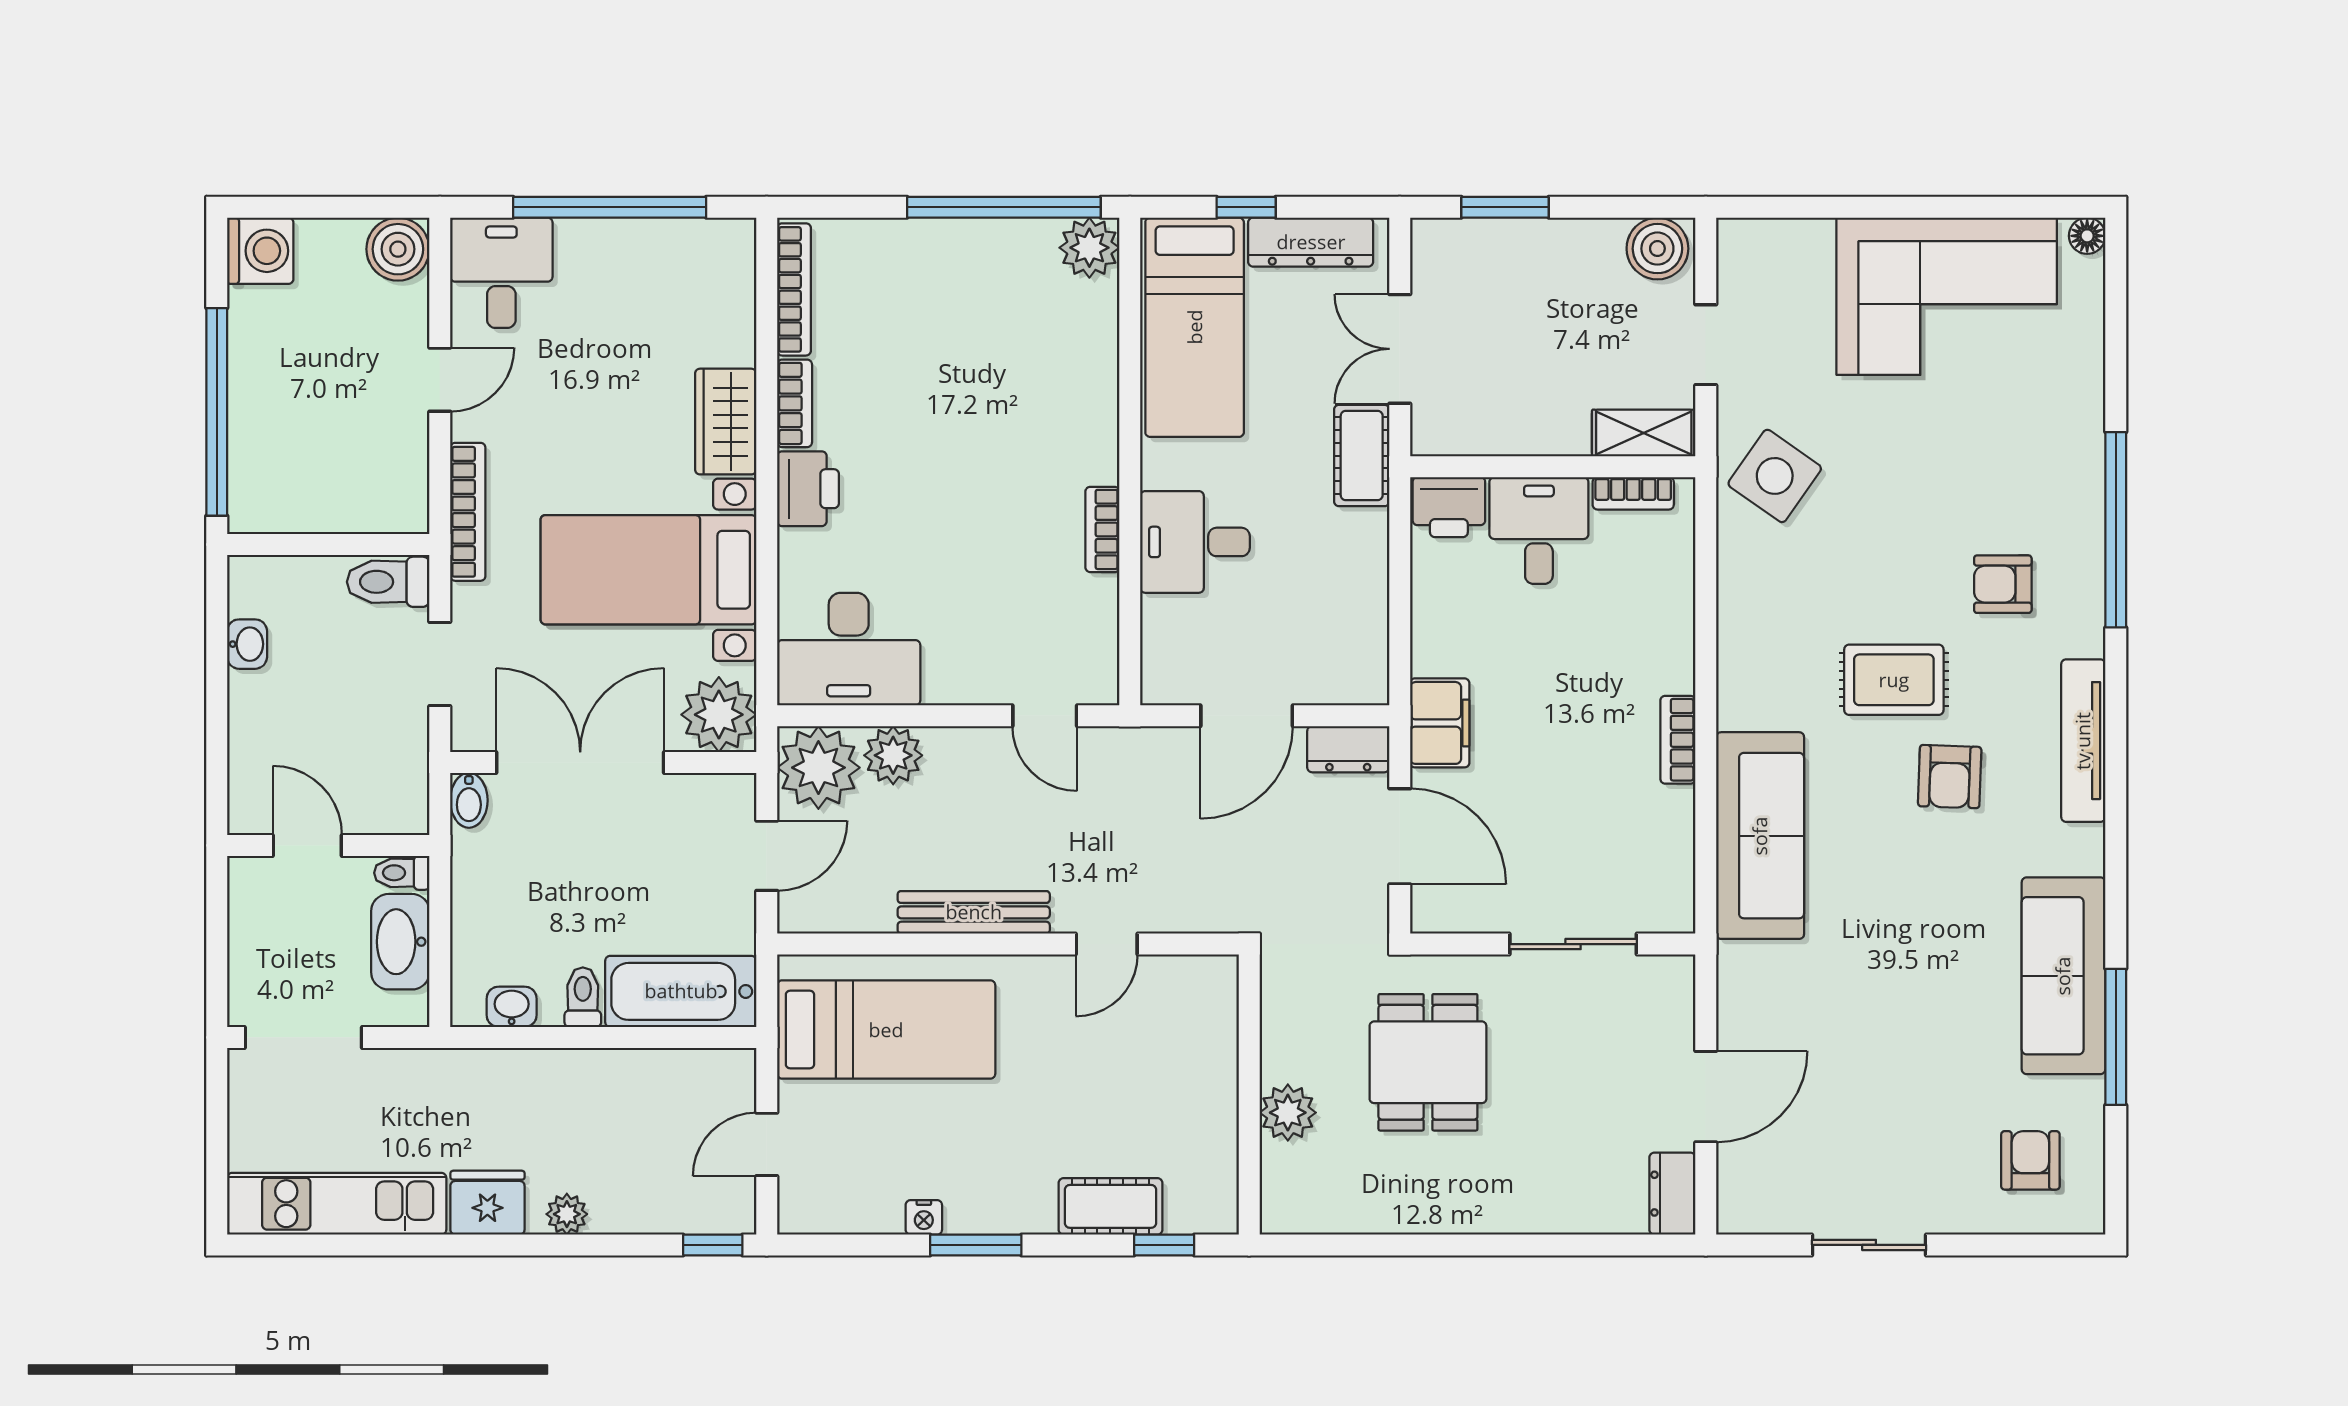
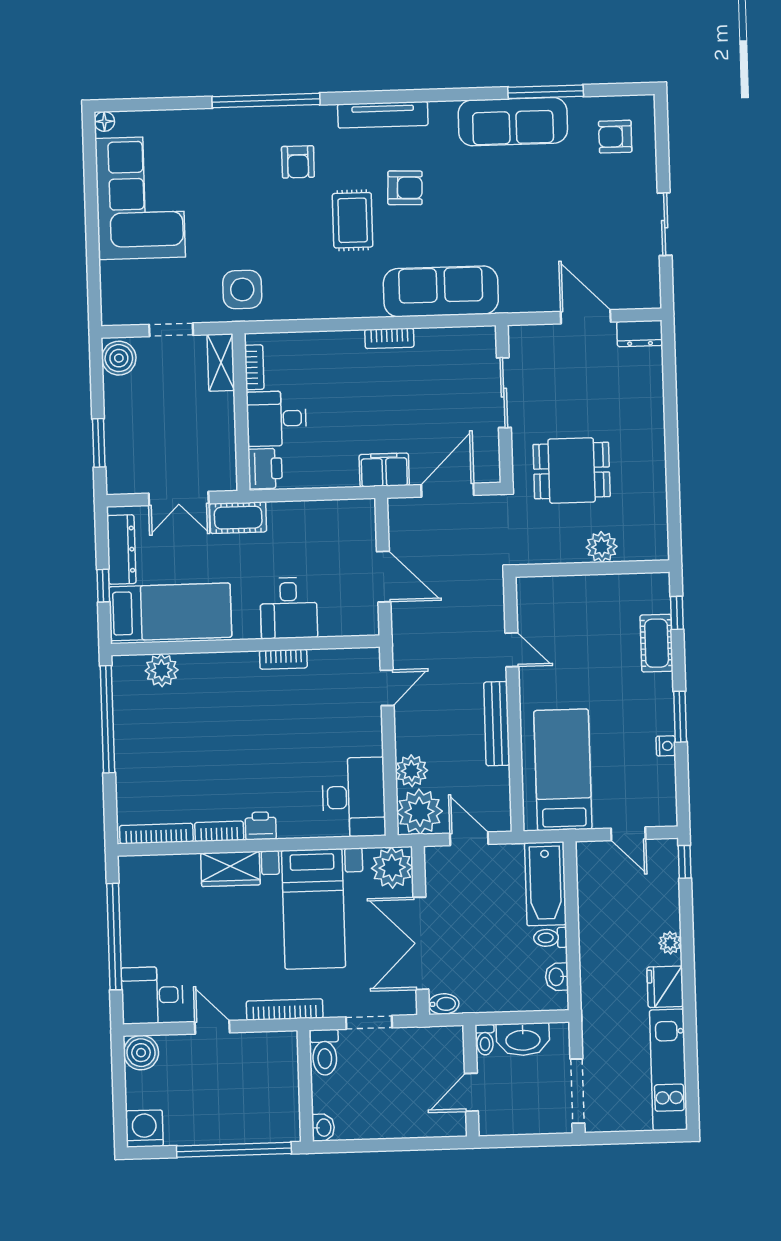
plant: (1089, 248) -> (162, 670), moved
side table: (1775, 476) -> (242, 290), turned -35
printer: (808, 489) -> (261, 826), width x0.73, depth x0.81
washbasin: (247, 644) -> (323, 1128), moved, turned 90
dresser: (1348, 749) -> (400, 520), removed

